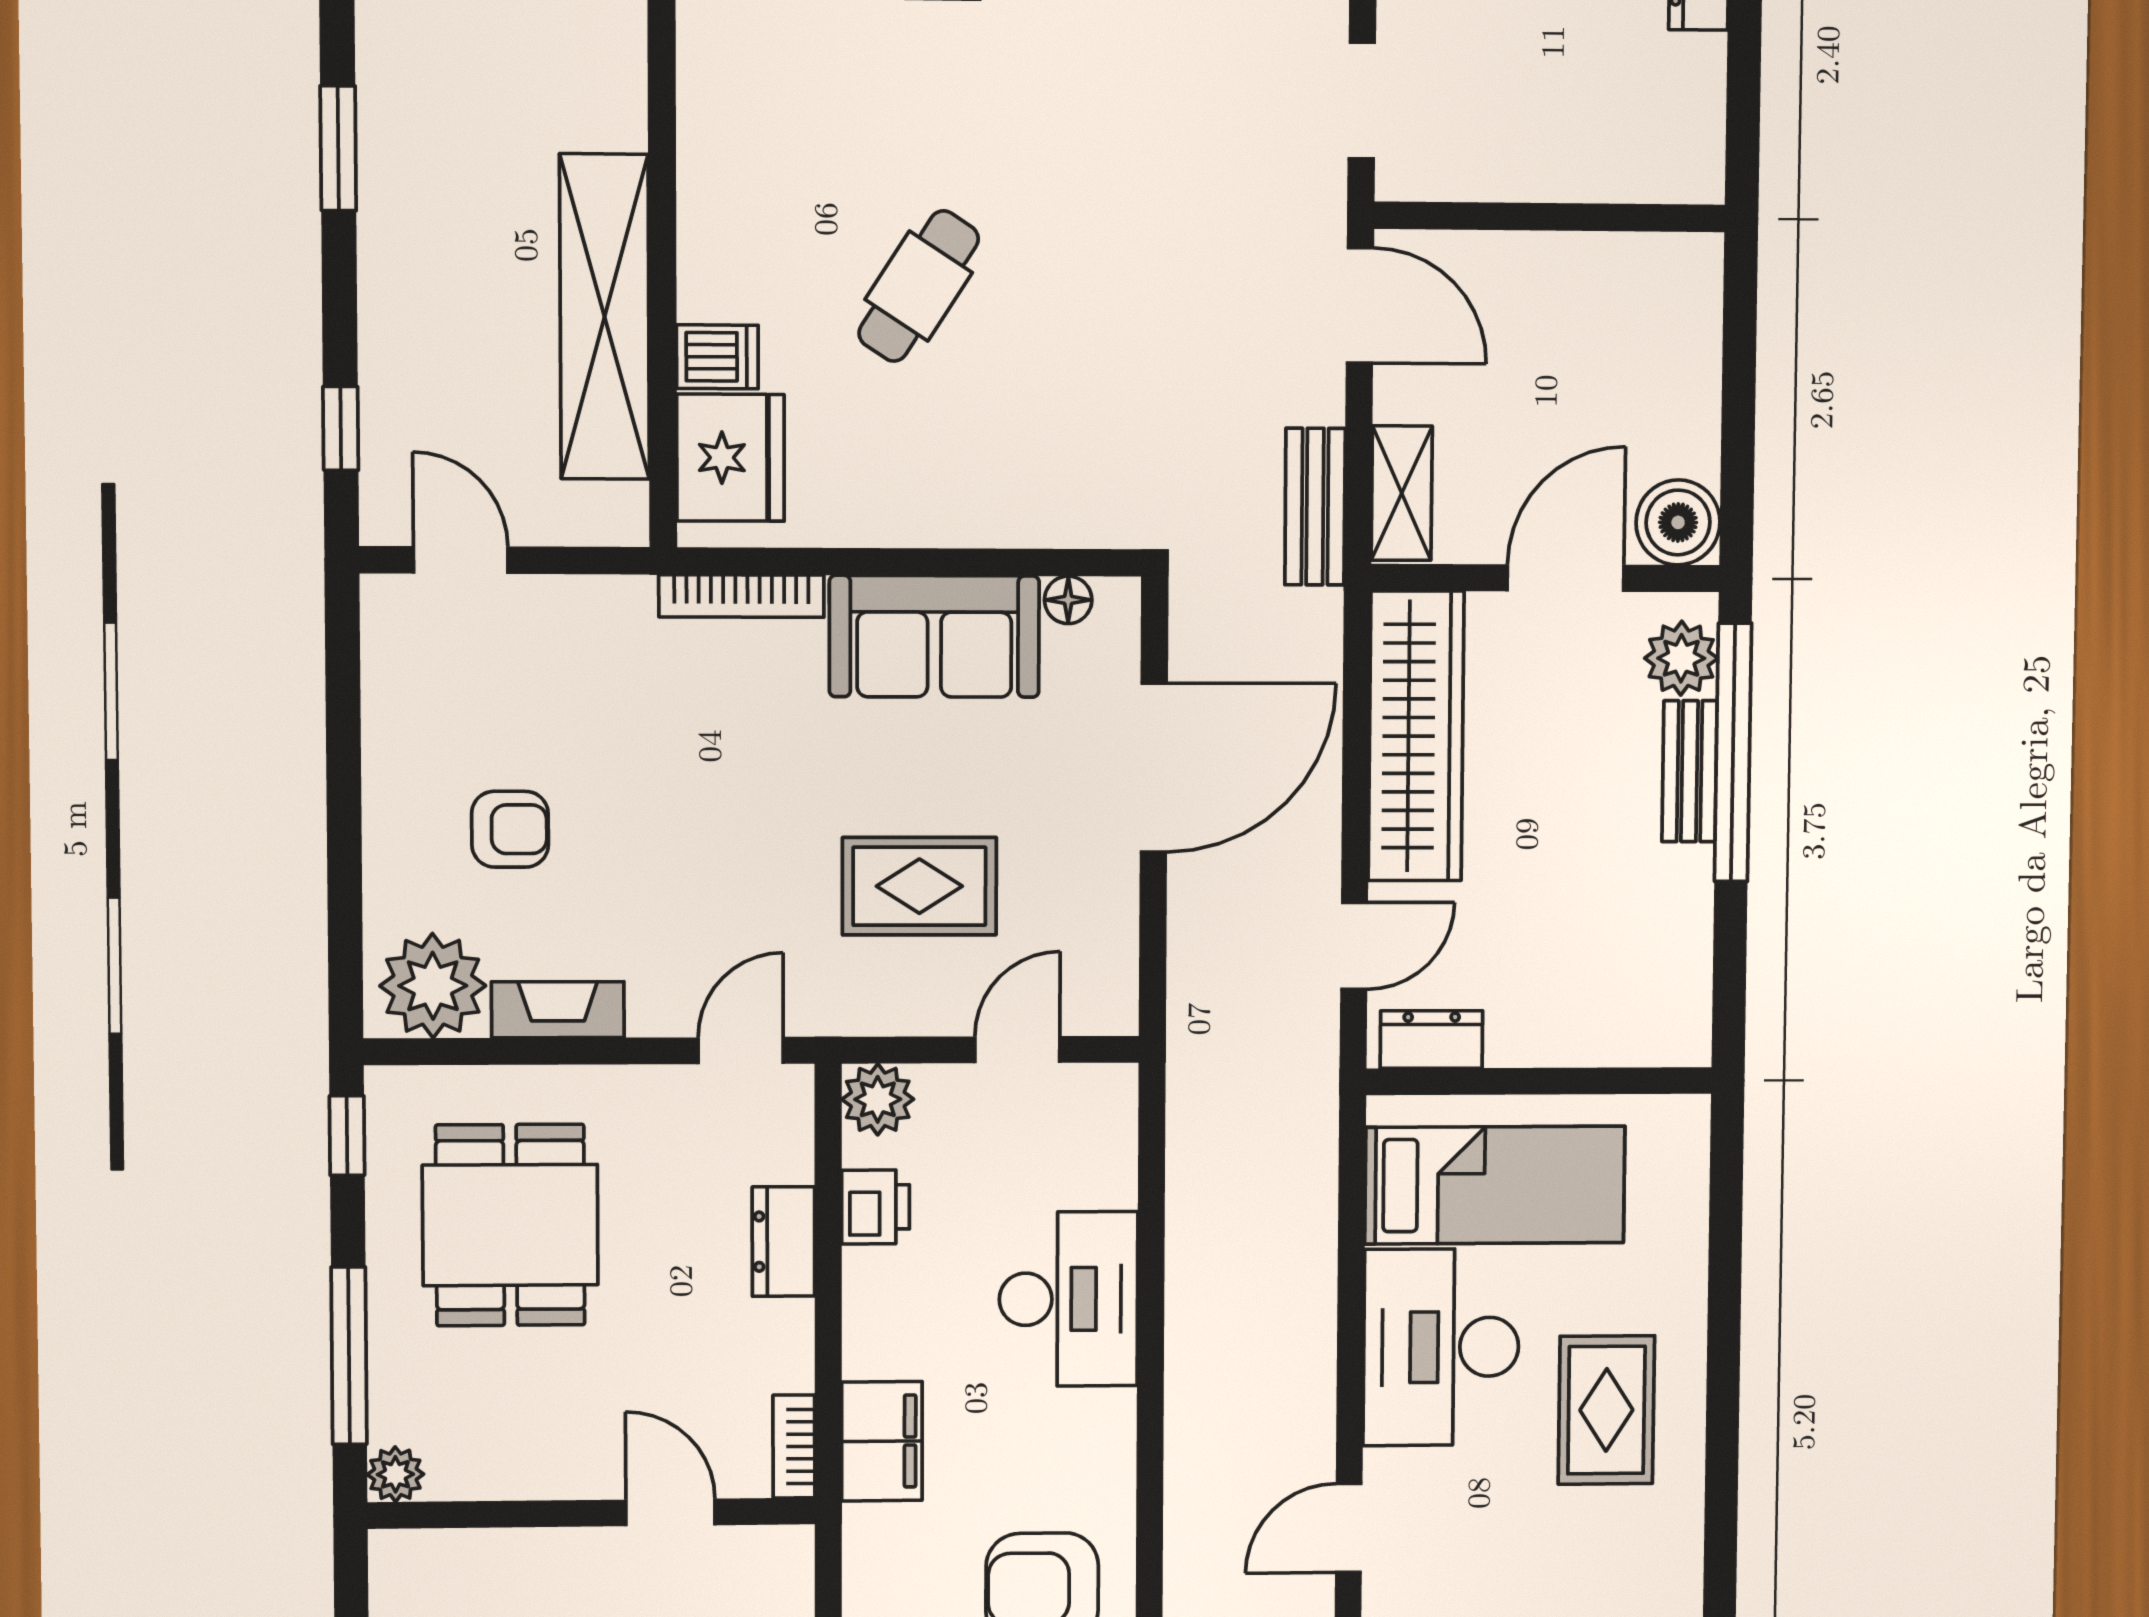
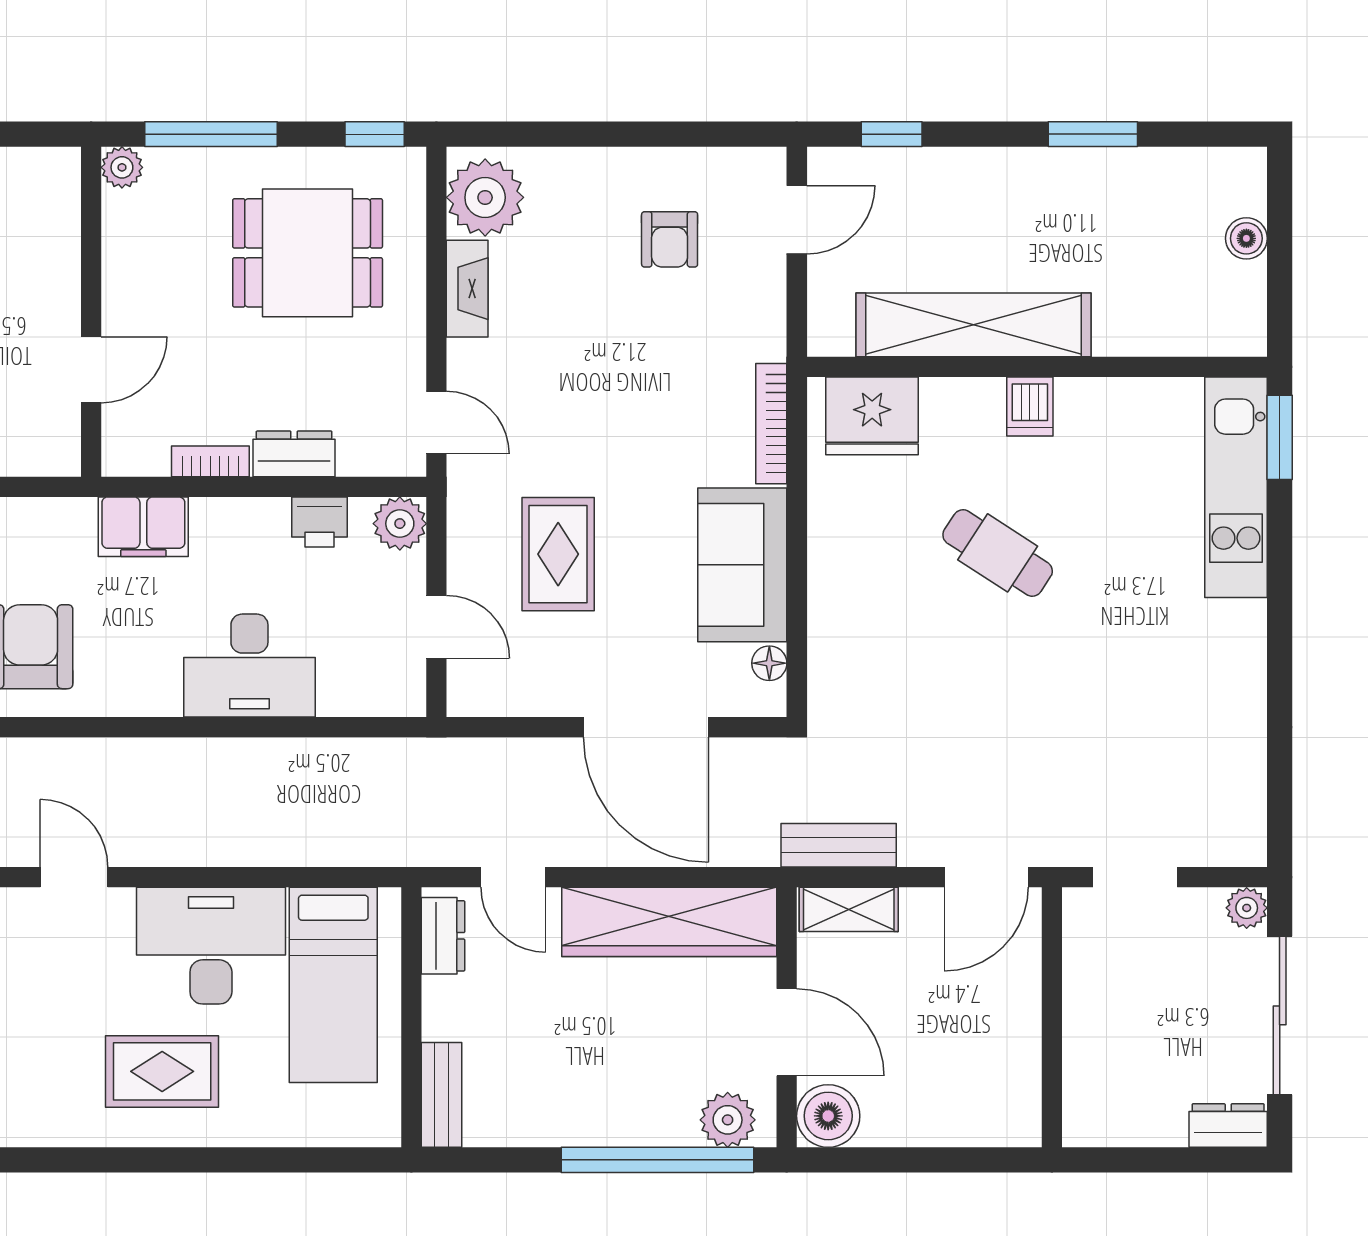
dishwasher: (717, 357) -> (1030, 406), moved
bench: (1689, 771) -> (442, 1095), moved, turned 90
armchair: (510, 829) -> (670, 239), moved
bookcase: (794, 1447) -> (210, 461), moved

